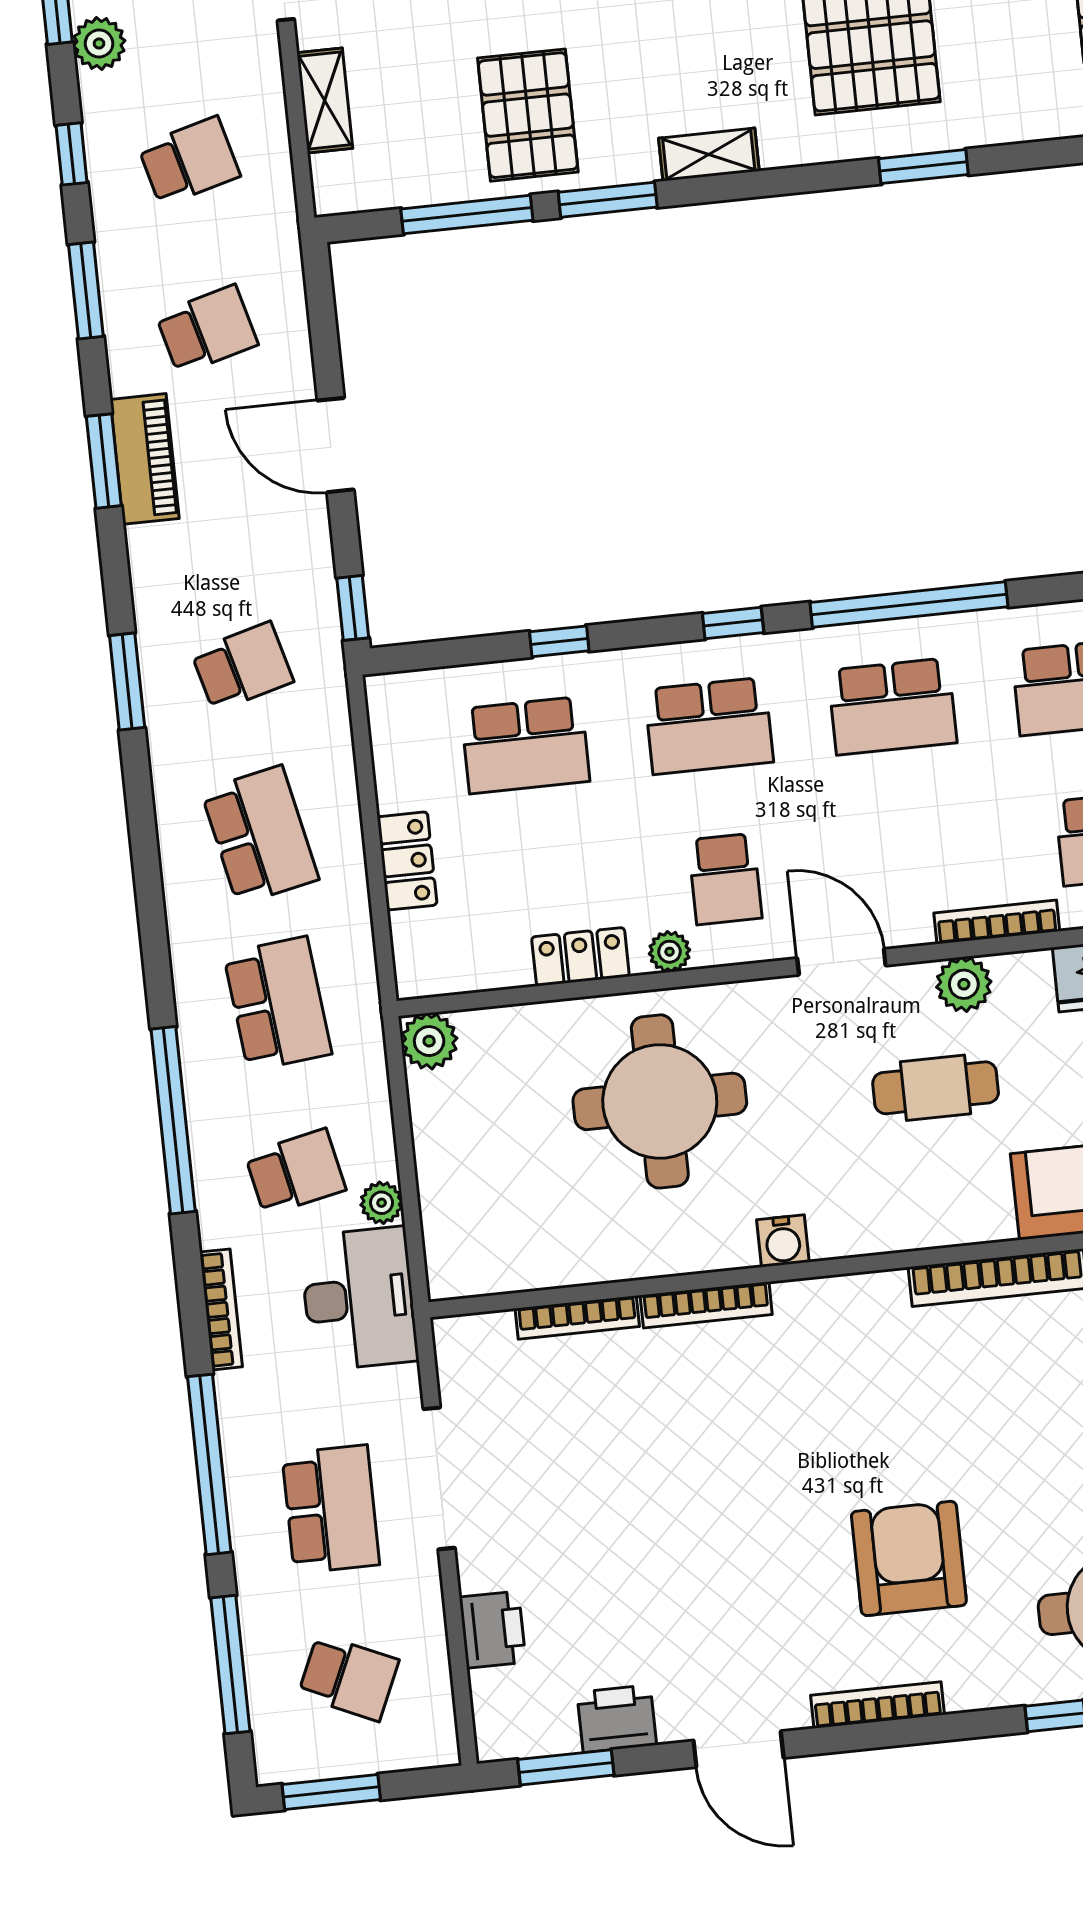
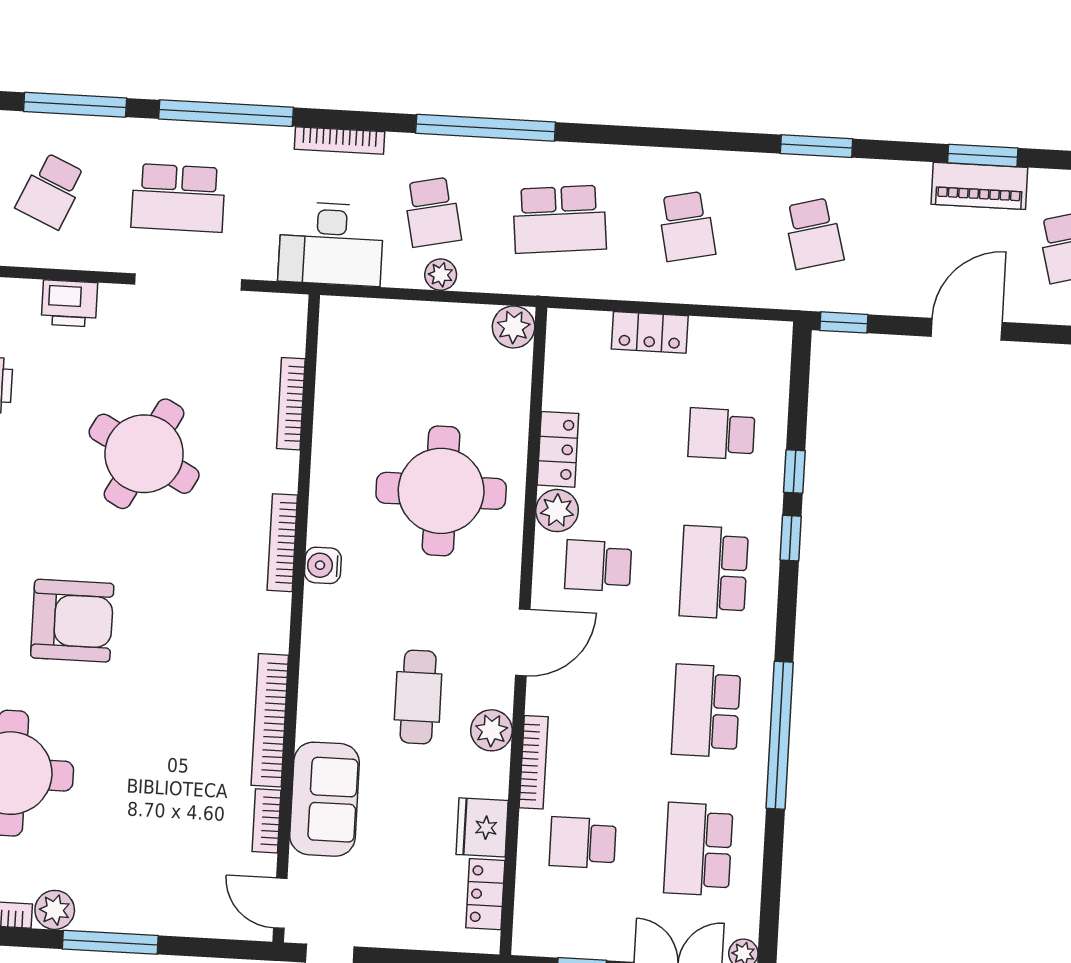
window: (733, 623) -> (791, 538), moved
school desk: (525, 745) -> (721, 434), width x0.54
school desk: (260, 835) -> (687, 226), width x0.54
plant: (670, 952) -> (557, 511), width x1.38, depth x1.38
plant: (382, 1203) -> (441, 275), moved
bookcase: (706, 1305) -> (282, 543), moved
round table: (674, 1500) -> (144, 454), added

